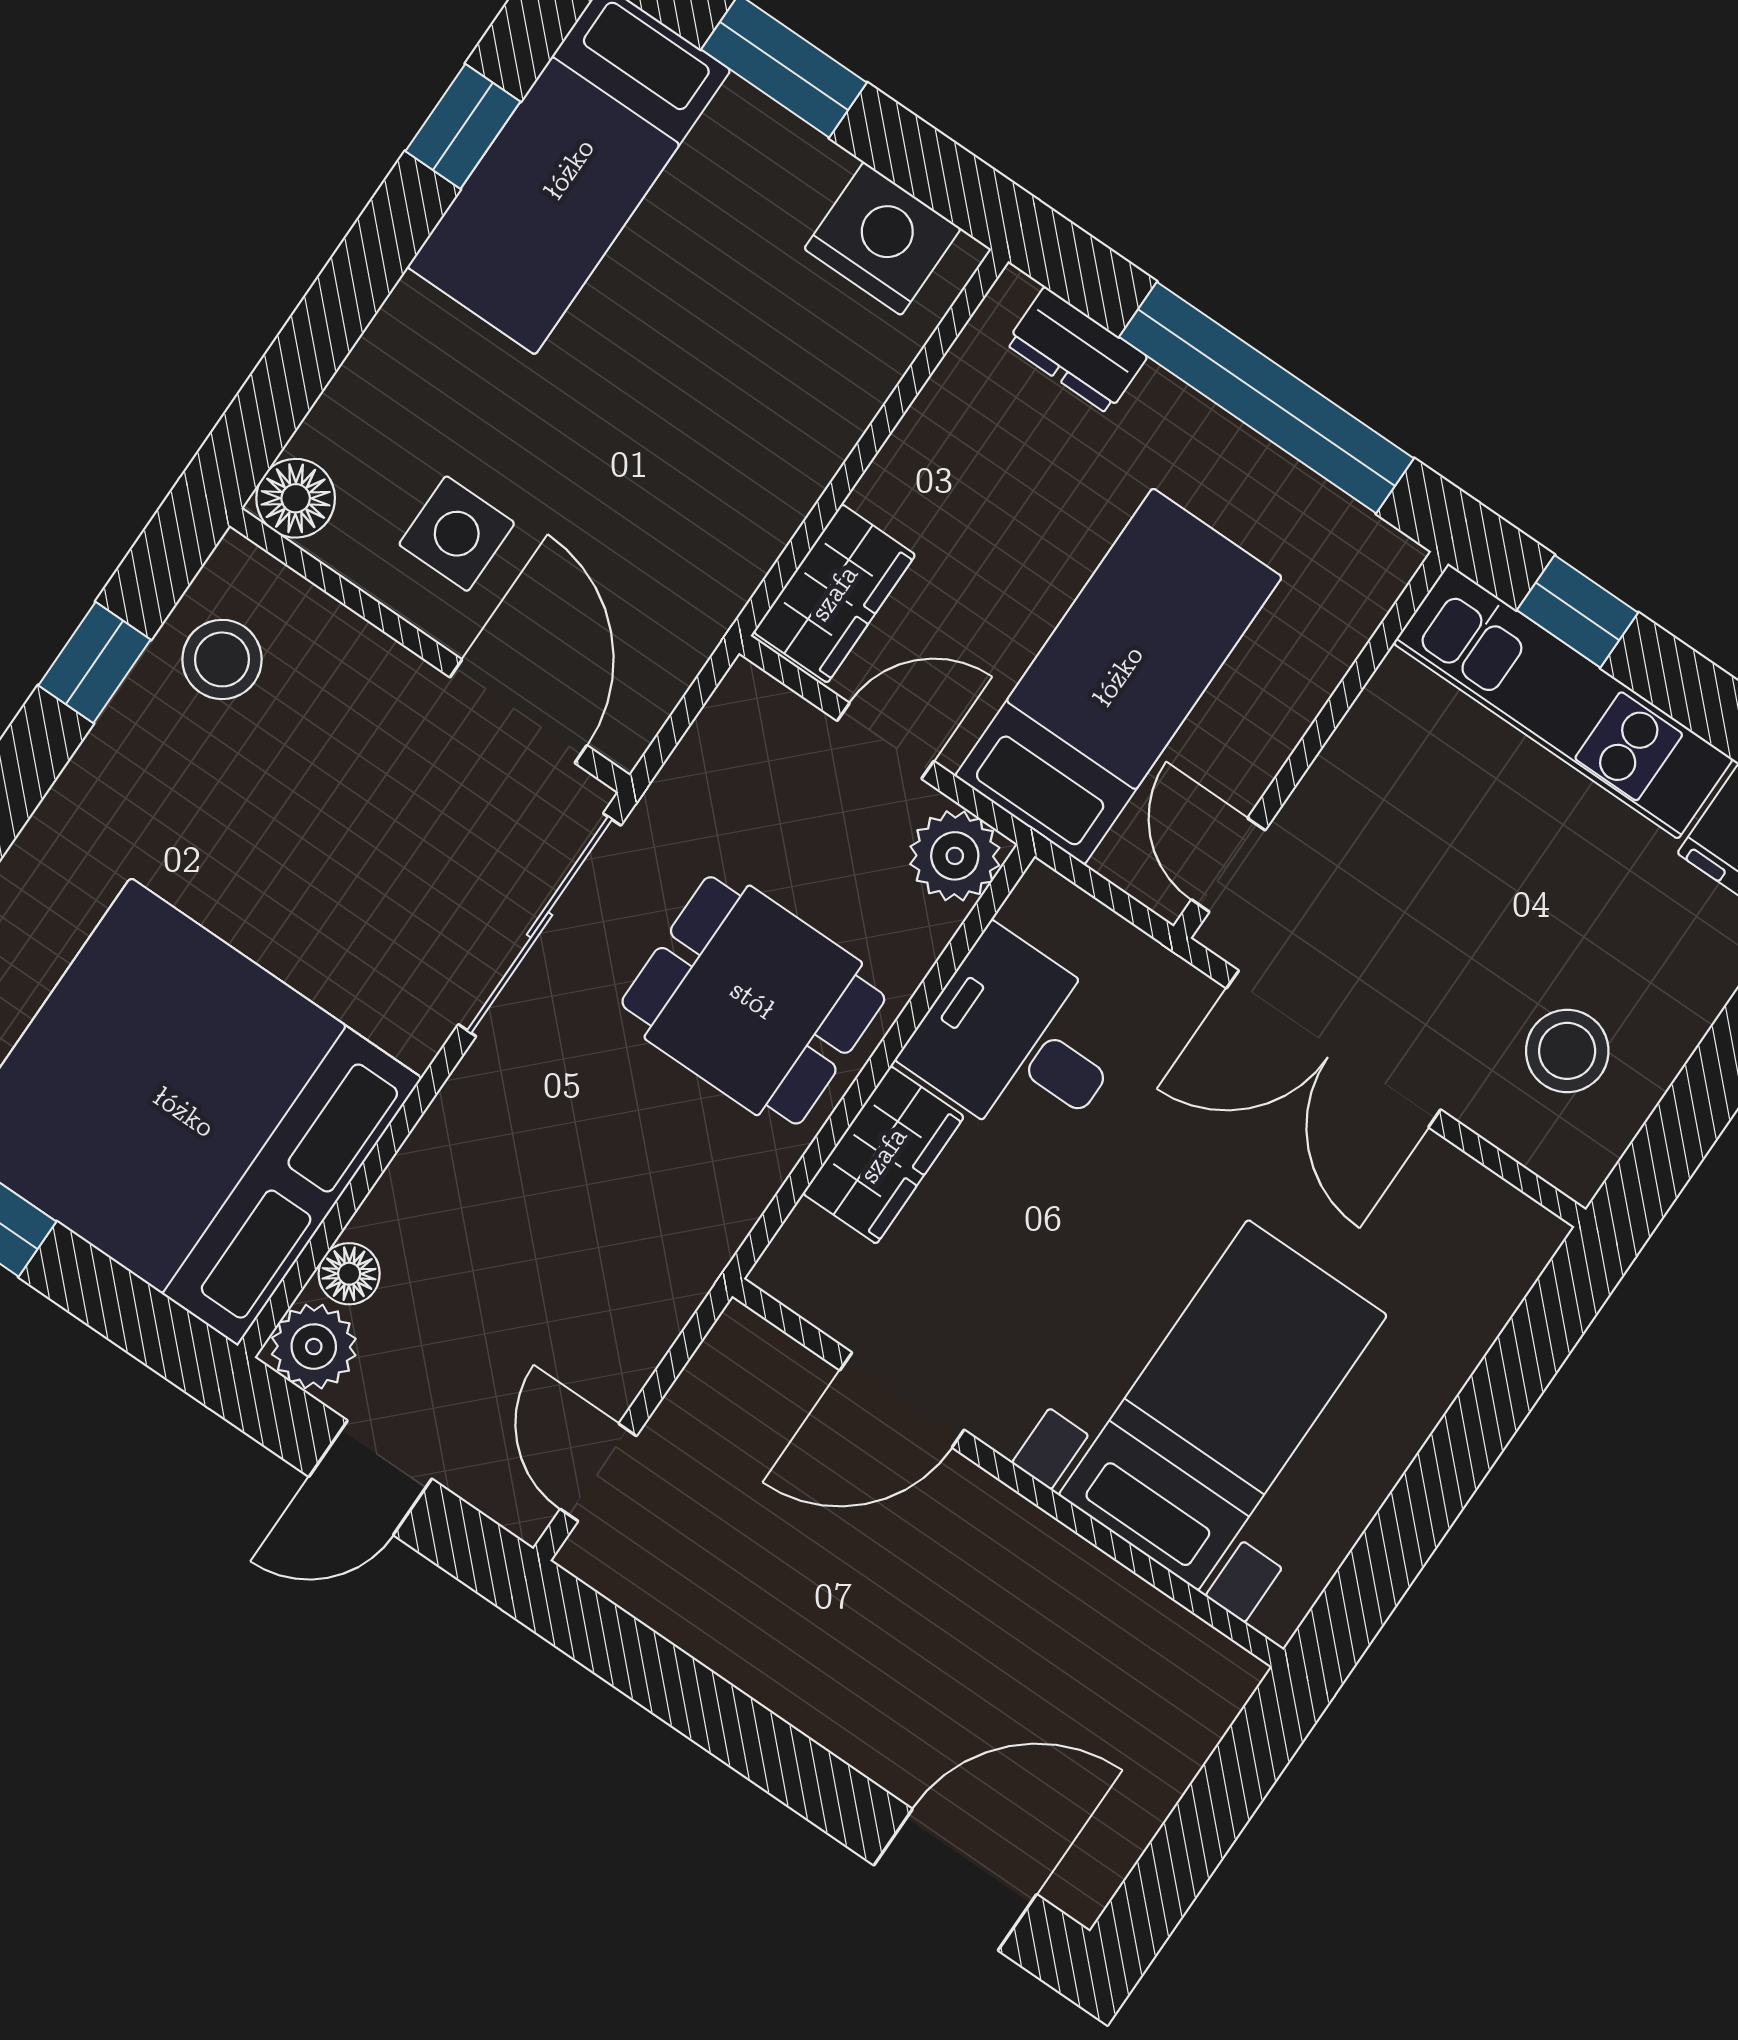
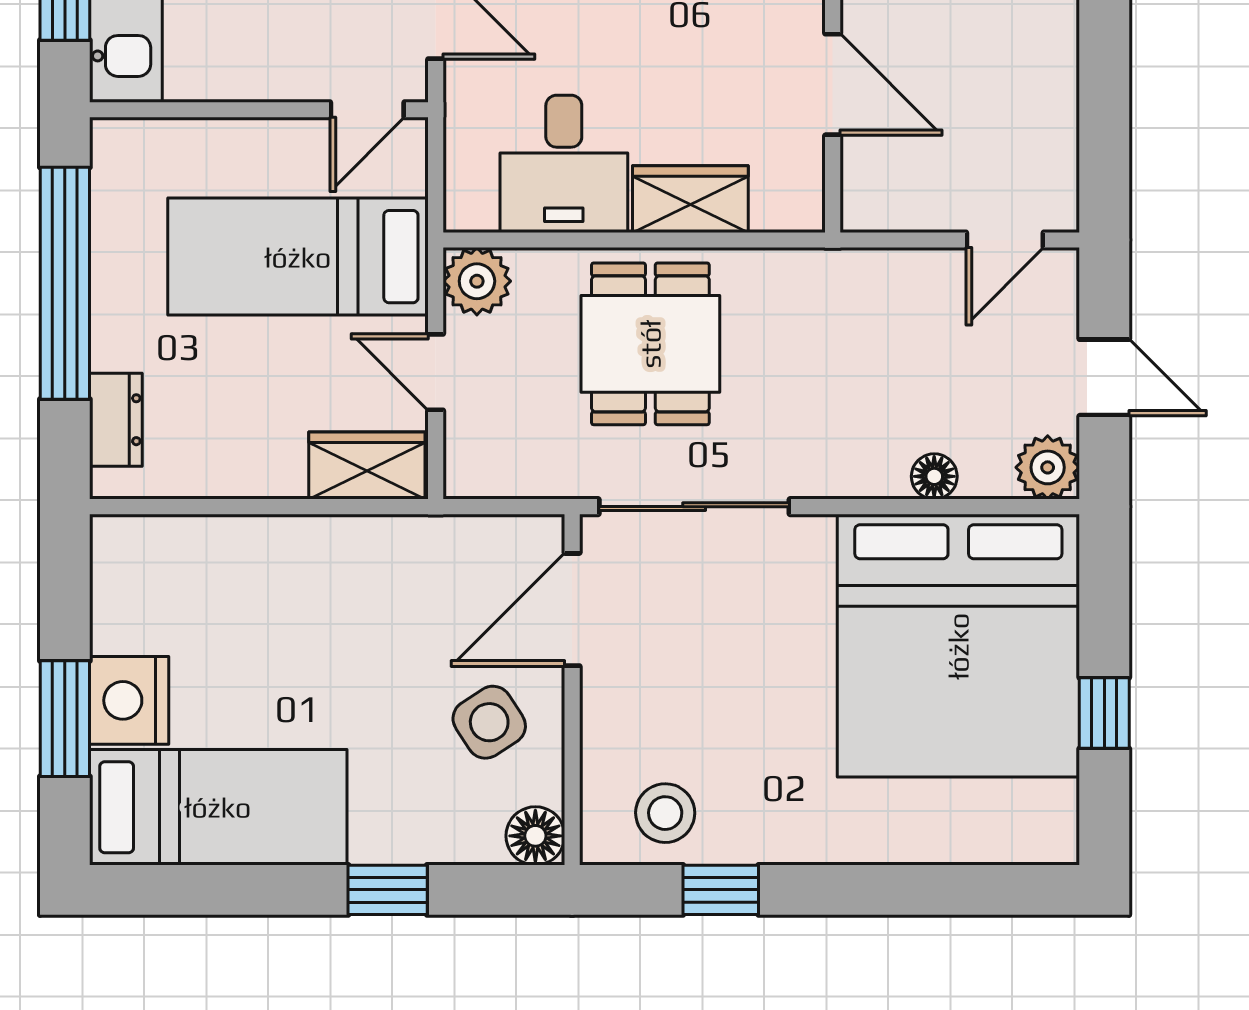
window: (463, 126) -> (388, 890), moved
nightstand: (882, 239) -> (129, 700), moved
side table: (457, 534) -> (489, 722), turned -33
floor lamp: (349, 1274) -> (934, 476), moved

